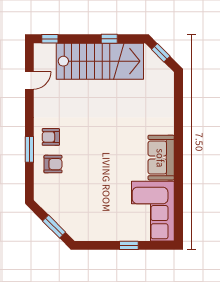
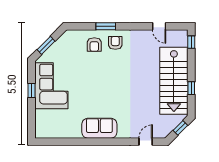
door: (179, 98) -> (146, 142), added
corner sofa: (153, 211) -> (51, 86), moved, turned 90
window: (129, 245) -> (32, 90), moved

